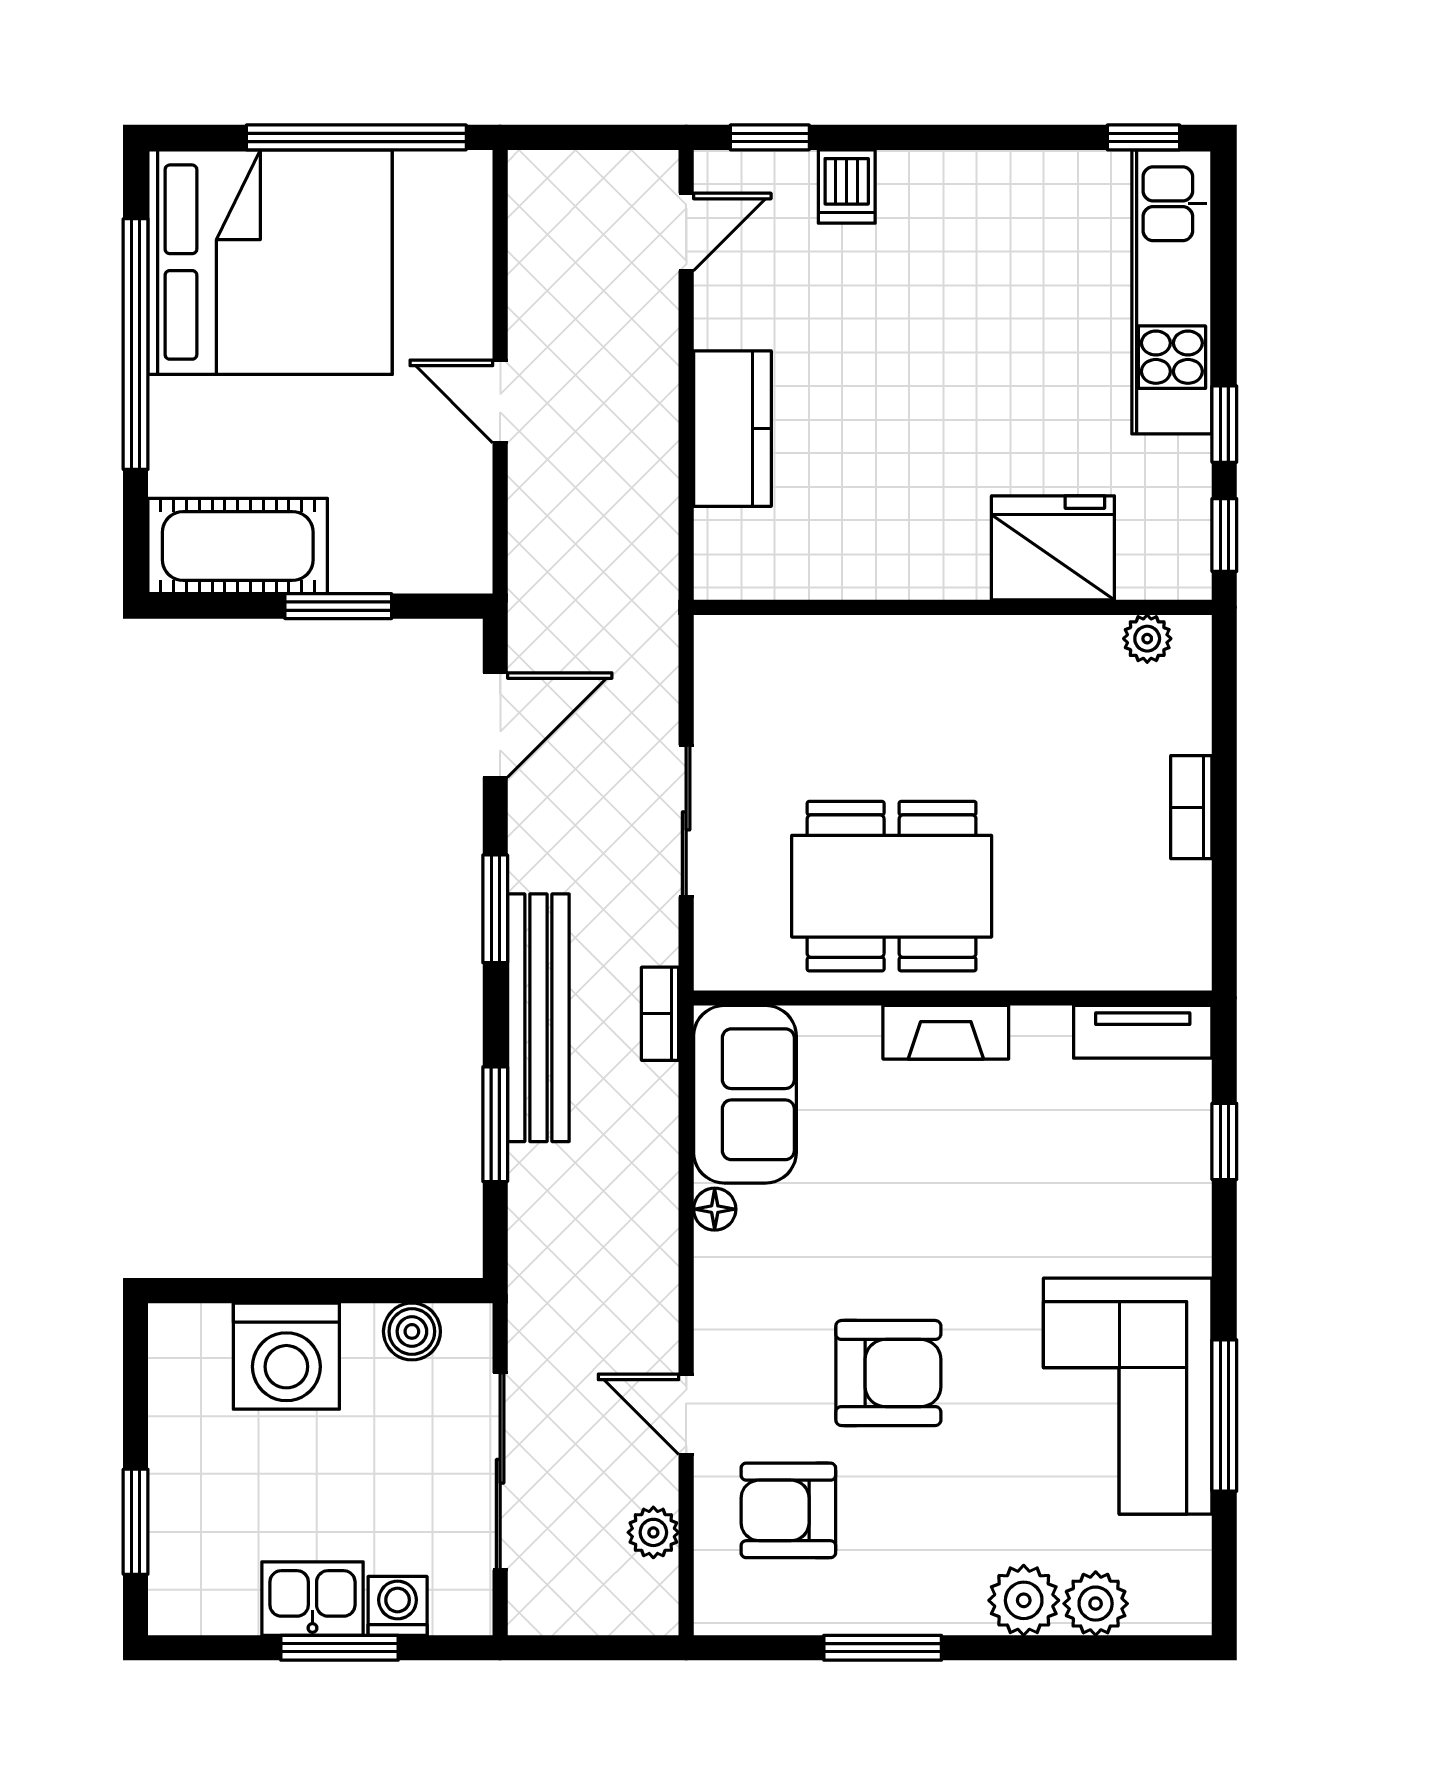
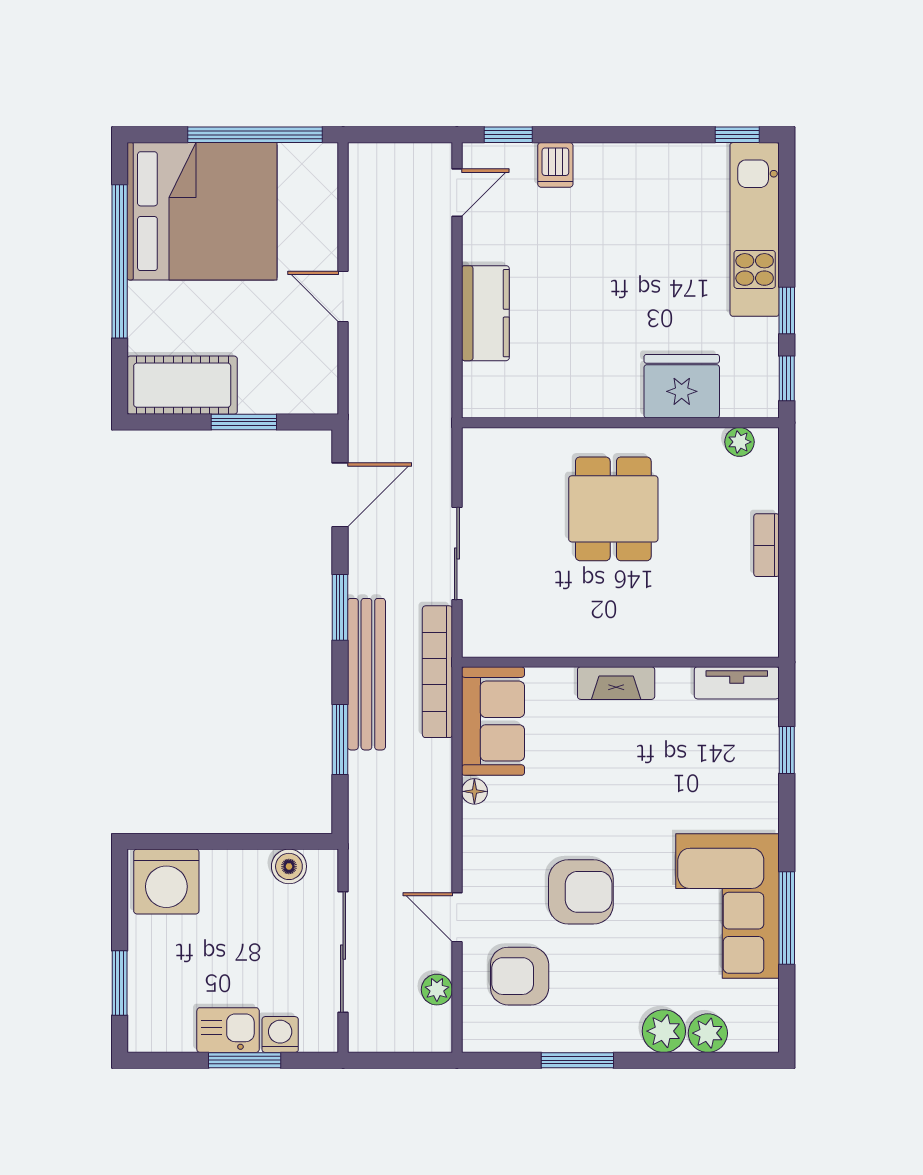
dining table: (892, 886) -> (613, 509), moved, width x0.73
bookcase: (660, 1014) -> (437, 672), width x2.31, depth x1.31
washing machine: (286, 1356) -> (166, 882), moved

